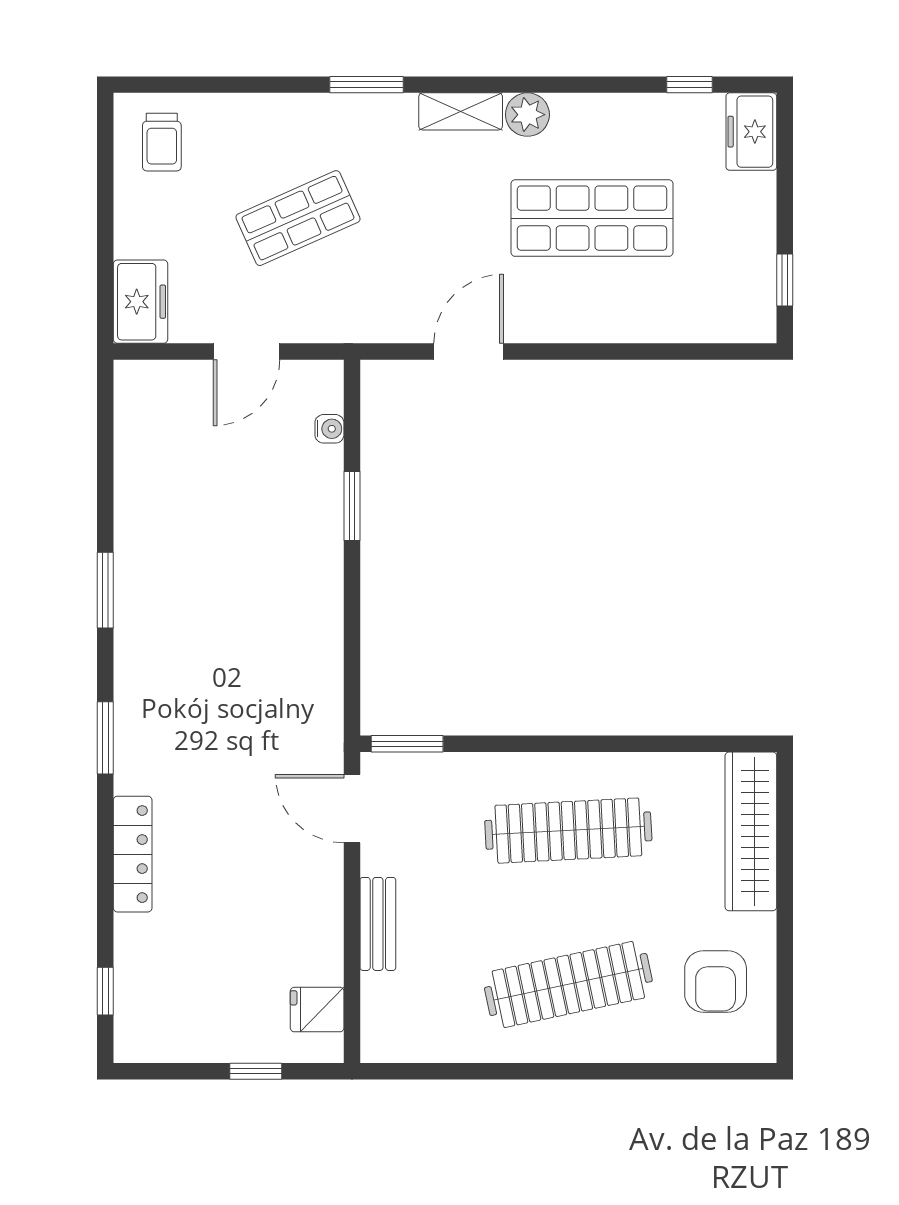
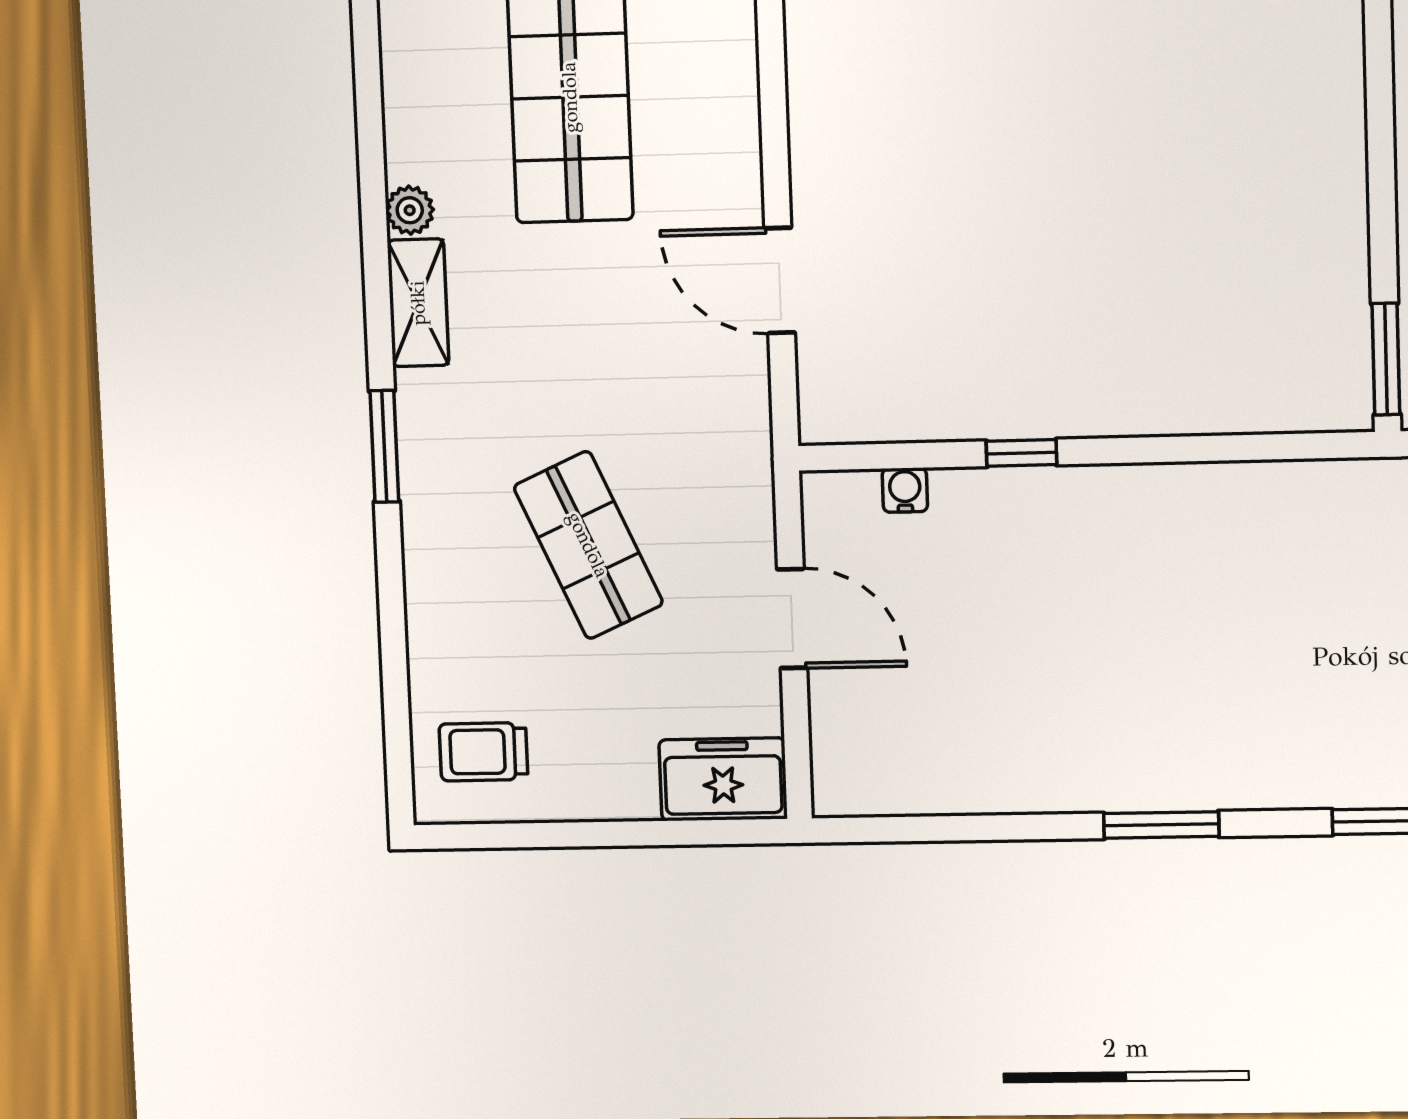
plant: (527, 115) -> (410, 210), width x0.73, depth x0.73
trolley: (162, 142) -> (483, 752), turned 180
window: (352, 506) -> (1021, 453), width x0.67

